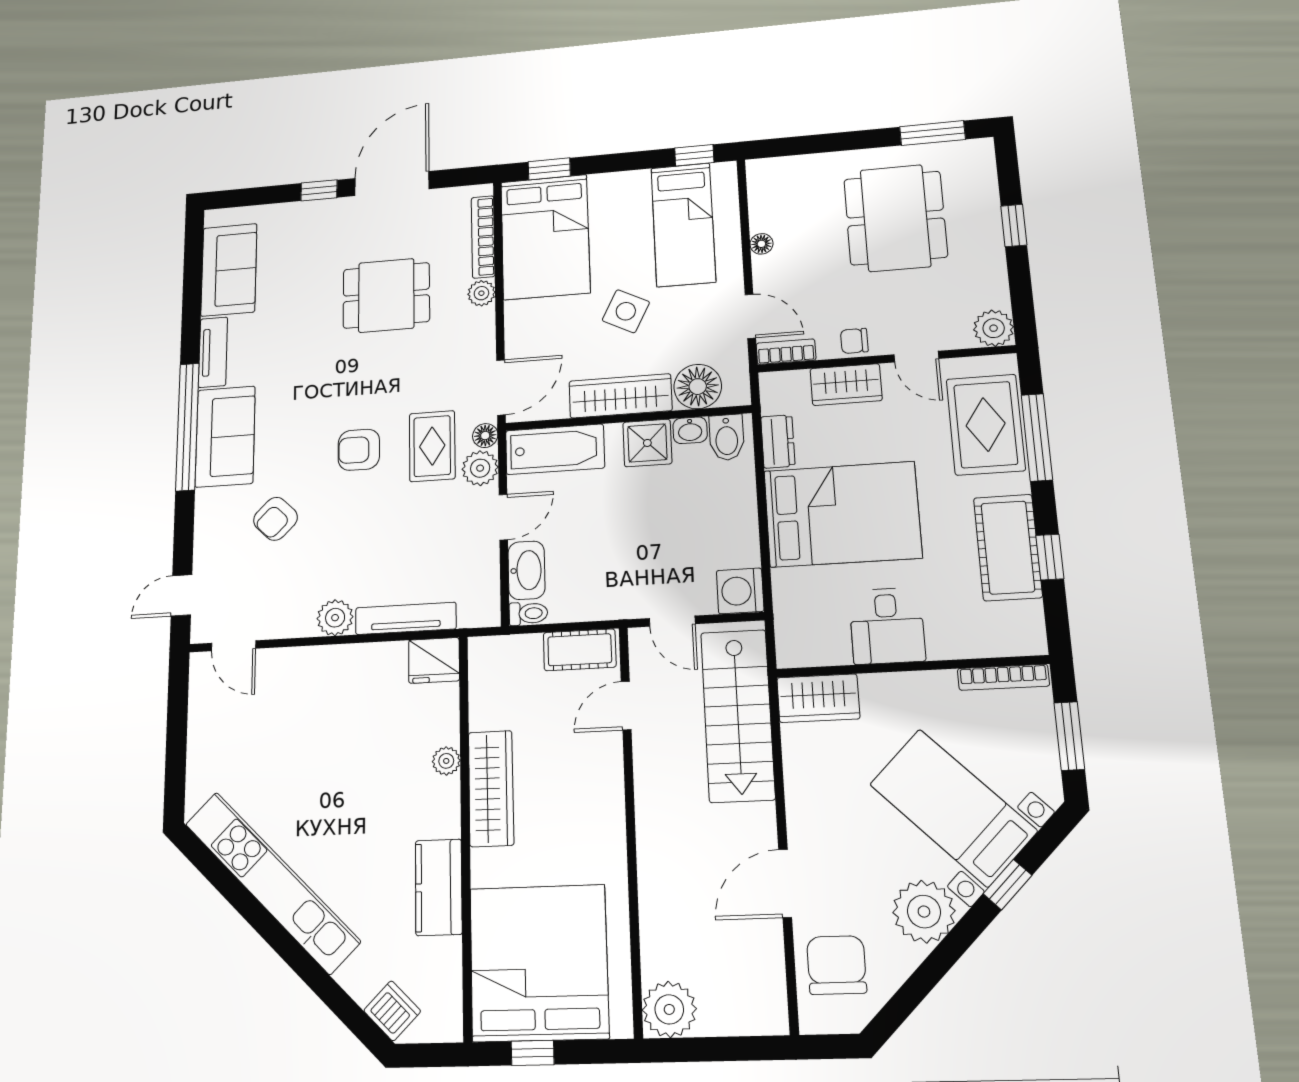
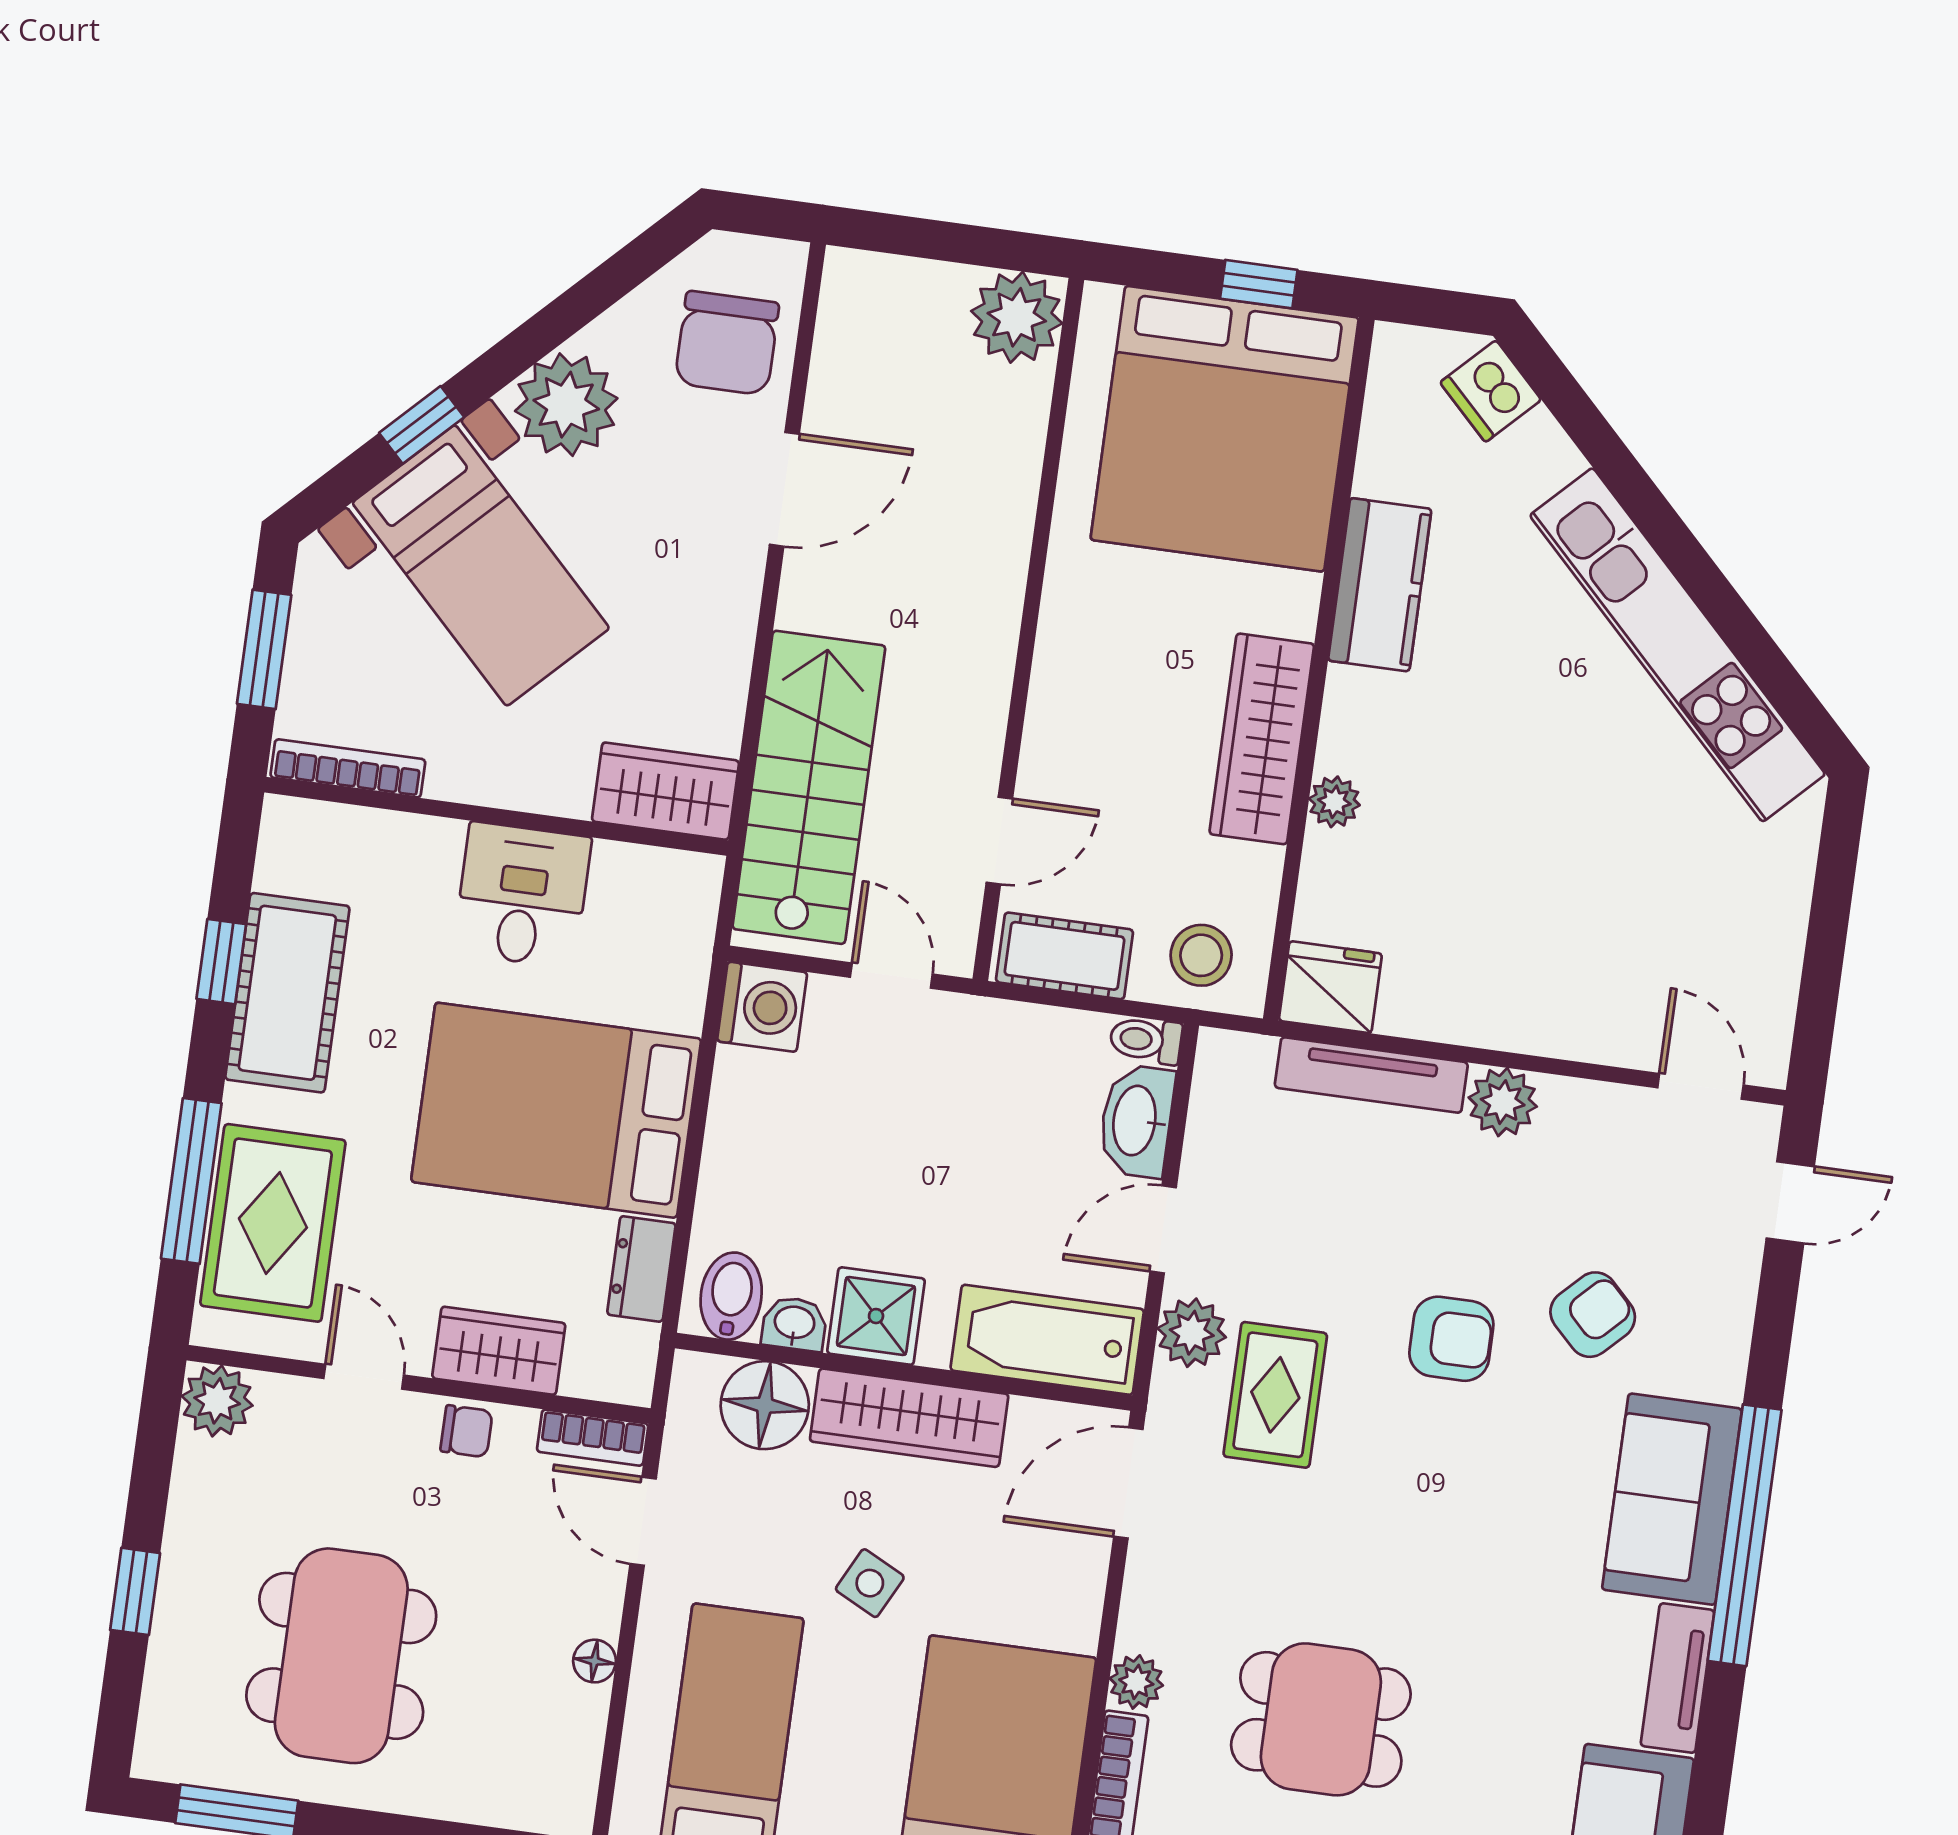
side table: (626, 311) -> (870, 1583), width x0.73, depth x0.73
floor lamp: (485, 436) -> (1173, 1394), removed
armchair: (359, 450) -> (1451, 1339), moved
stool: (506, 664) -> (1201, 955), added

